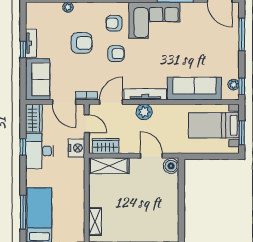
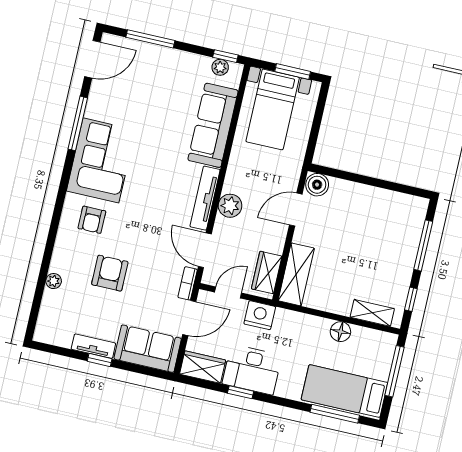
armchair: (116, 54) -> (136, 227), removed
floor lamp: (78, 203) -> (340, 332), added

